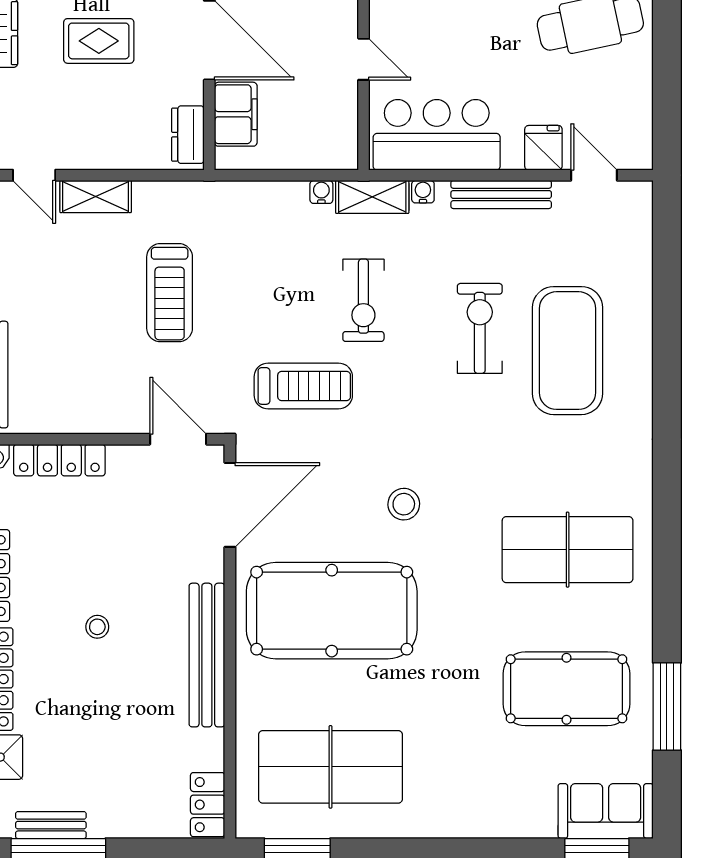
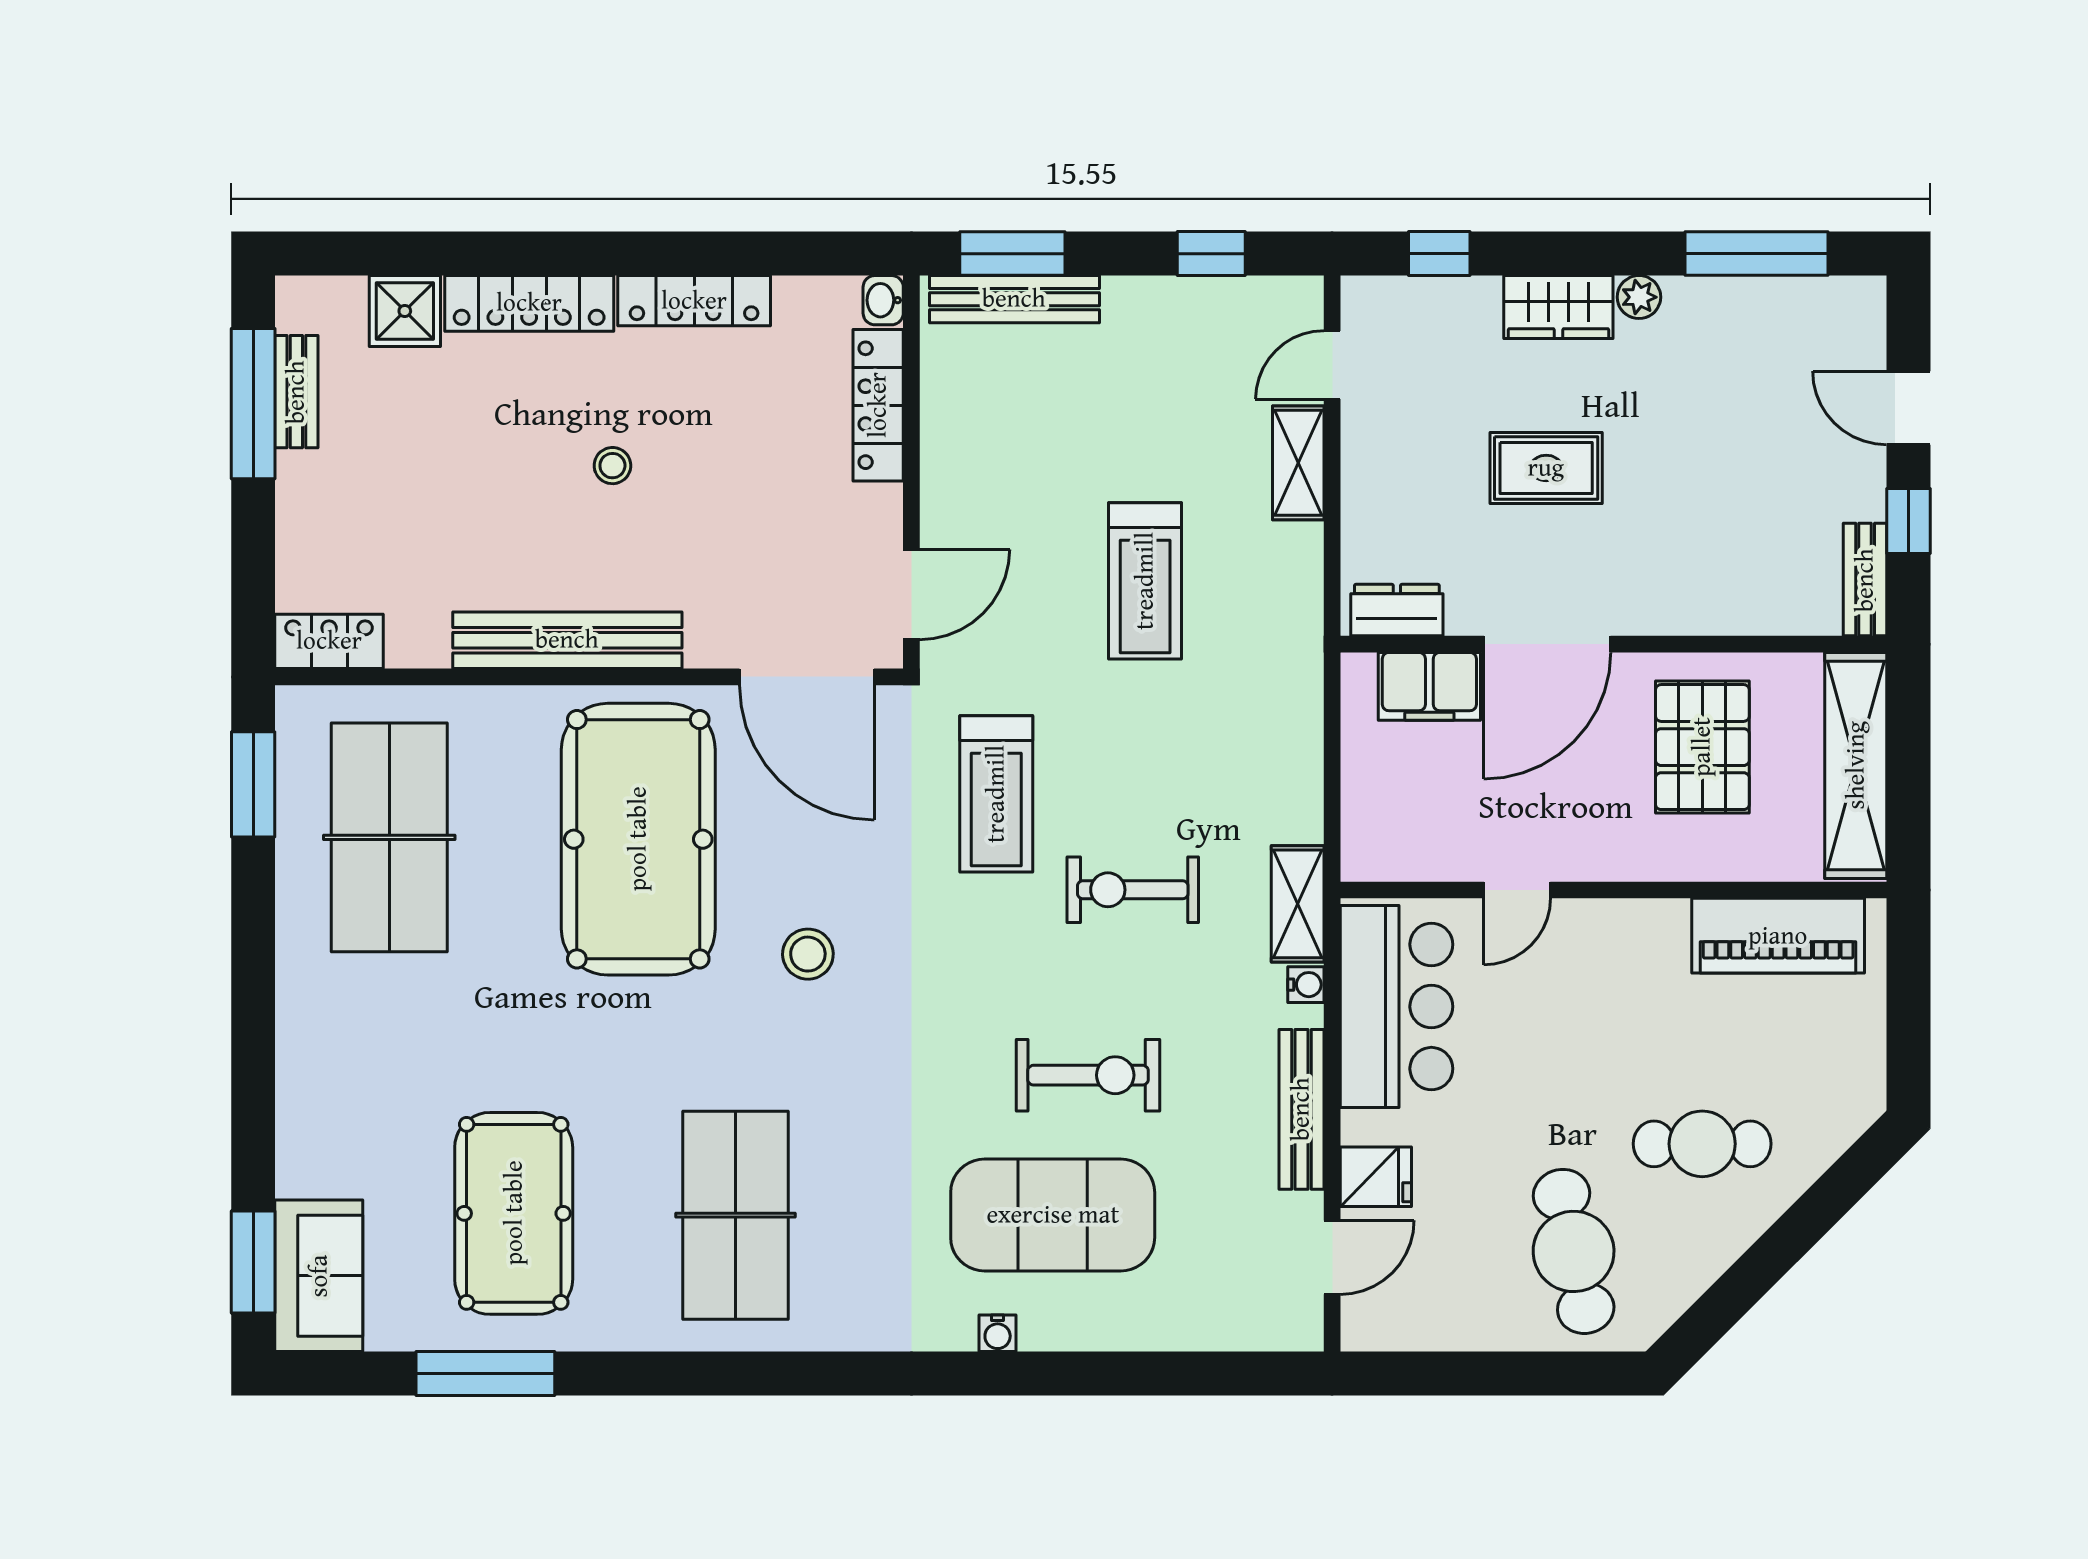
rug: (99, 41) -> (1546, 468), turned 90
water cooler: (321, 192) -> (998, 1333), moved, turned 90
treadmill: (170, 293) -> (1145, 581), turned -90

